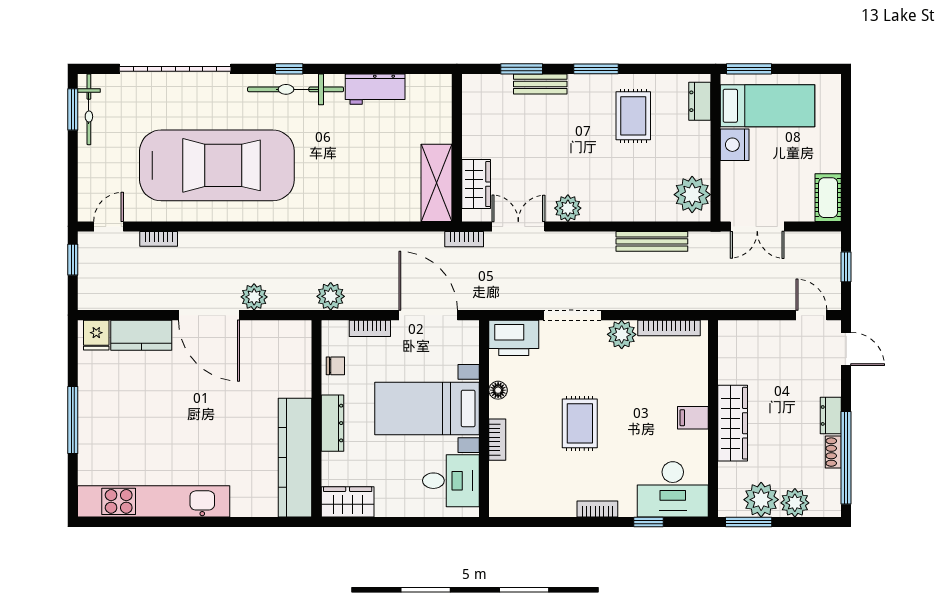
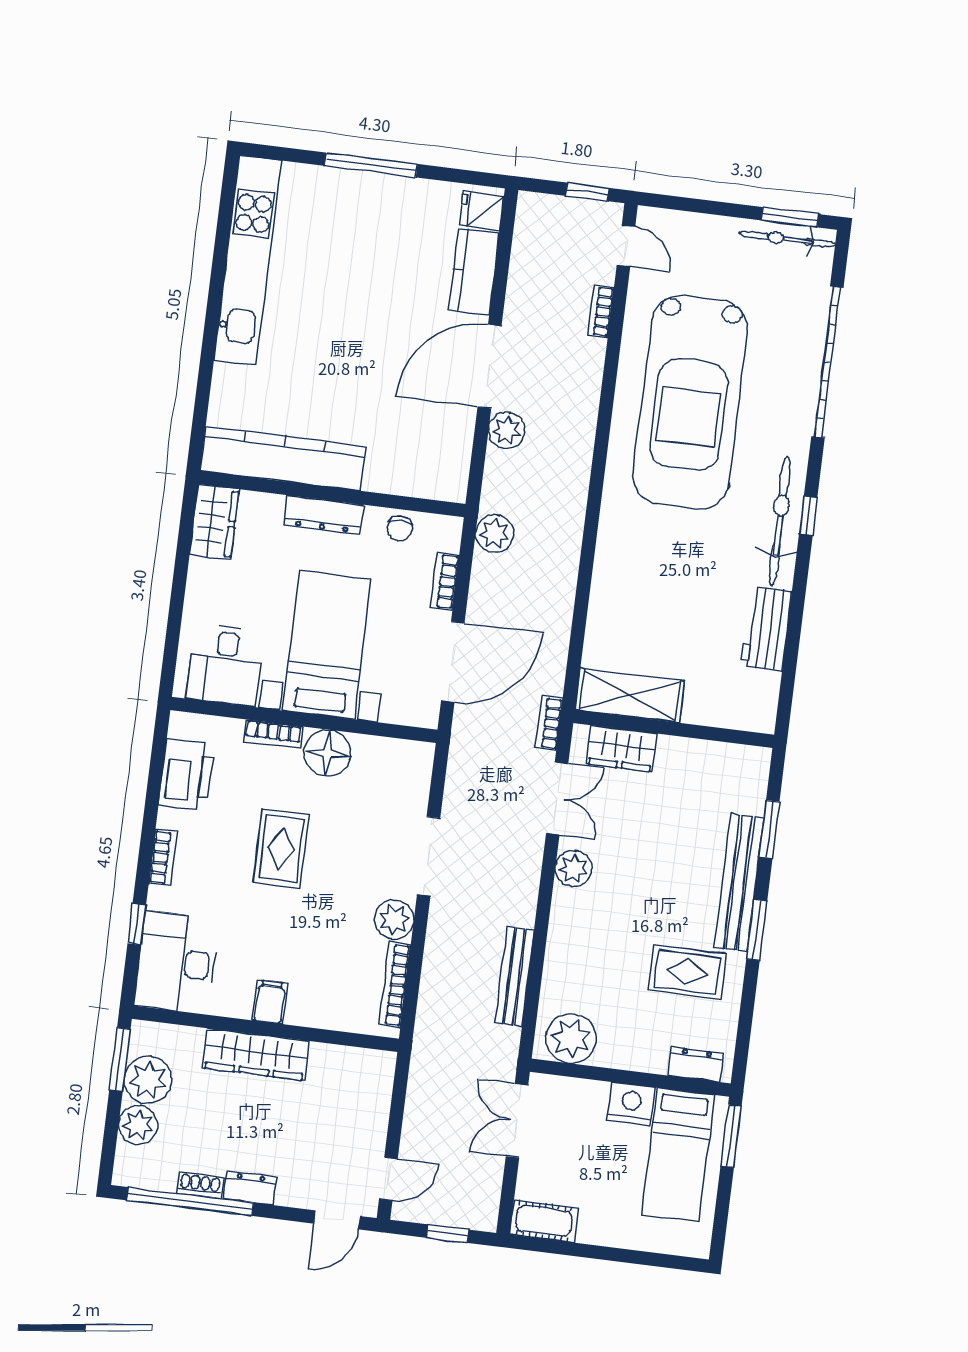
bench: (540, 84) -> (739, 883), width x1.86, depth x1.21
printer: (514, 338) -> (186, 775), moved, turned 180
floor lamp: (498, 390) -> (327, 753), width x1.89, depth x1.89
rug: (580, 423) -> (281, 848), turned 90

